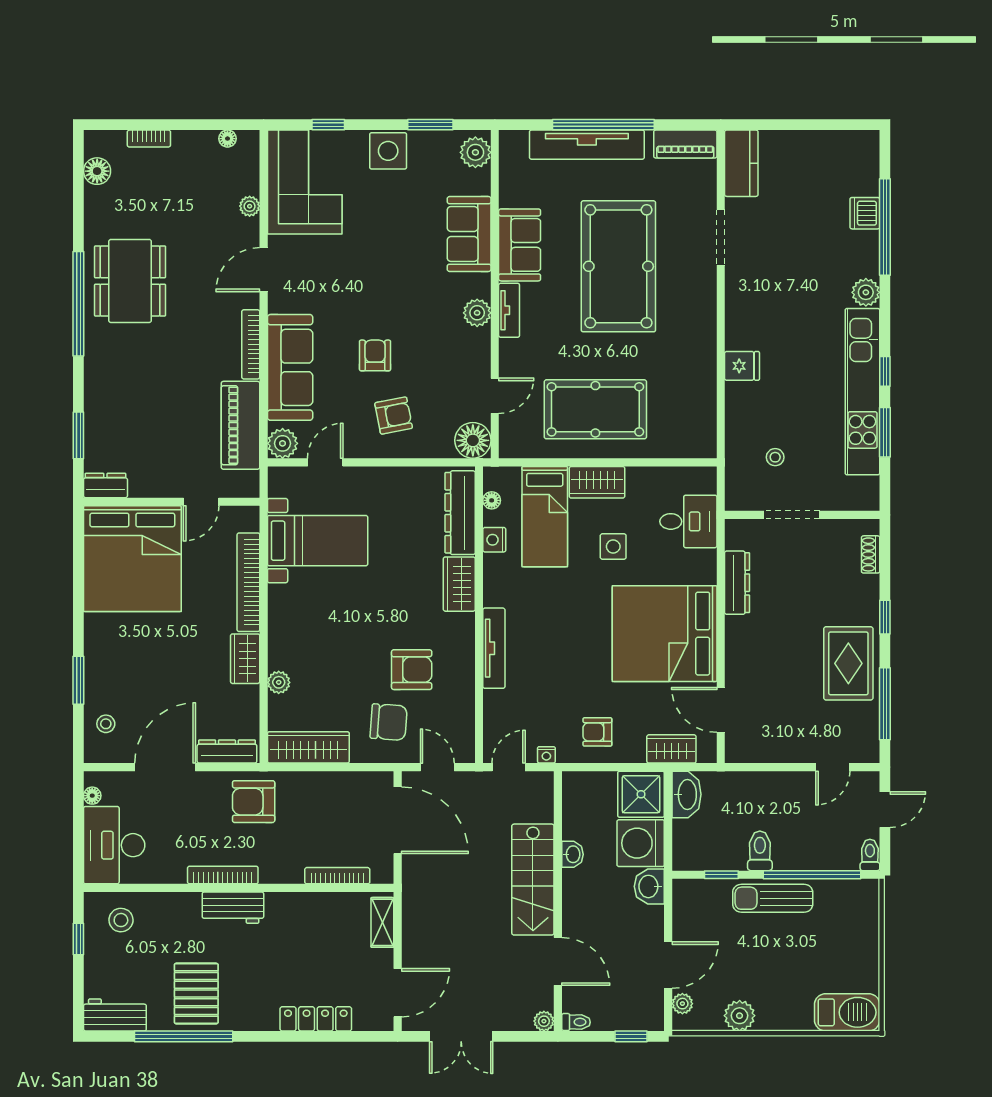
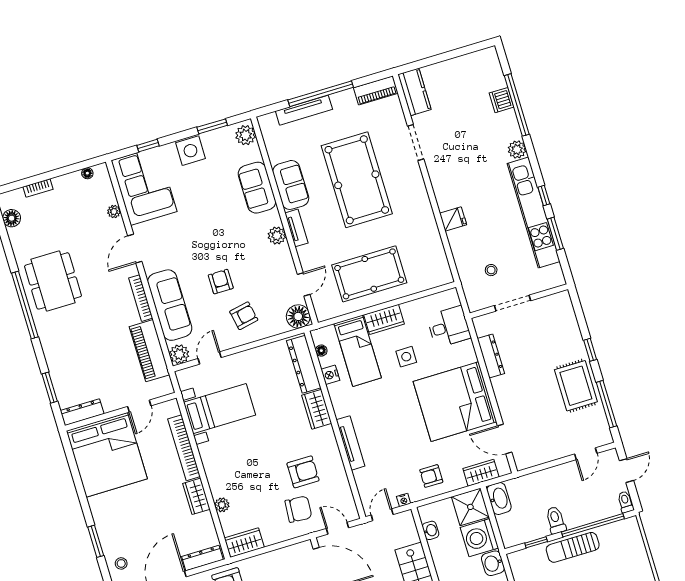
tv unit: (587, 145) -> (304, 110), width x0.73, depth x0.78
dresser: (105, 485) -> (82, 412), width x1.44
shoe rack: (871, 554) -> (569, 313), removed
wardrobe: (308, 747) -> (244, 543), width x0.67
washbasin: (572, 854) -> (431, 530), moved

